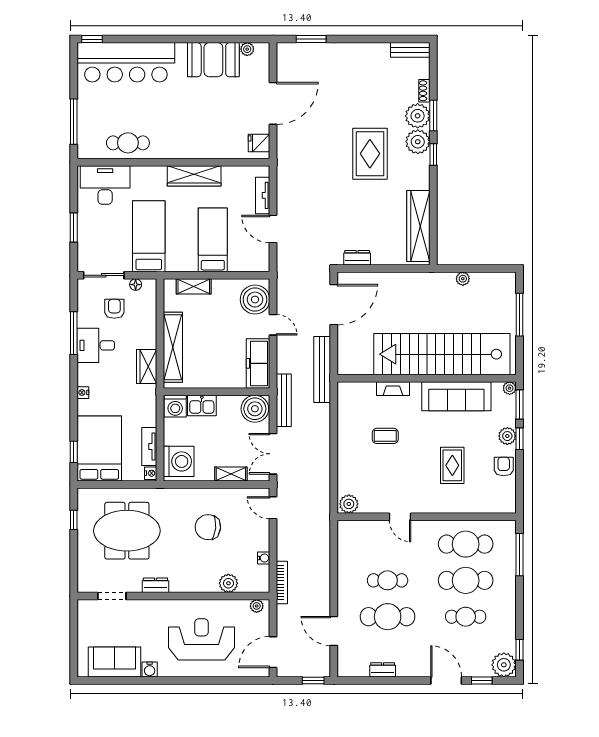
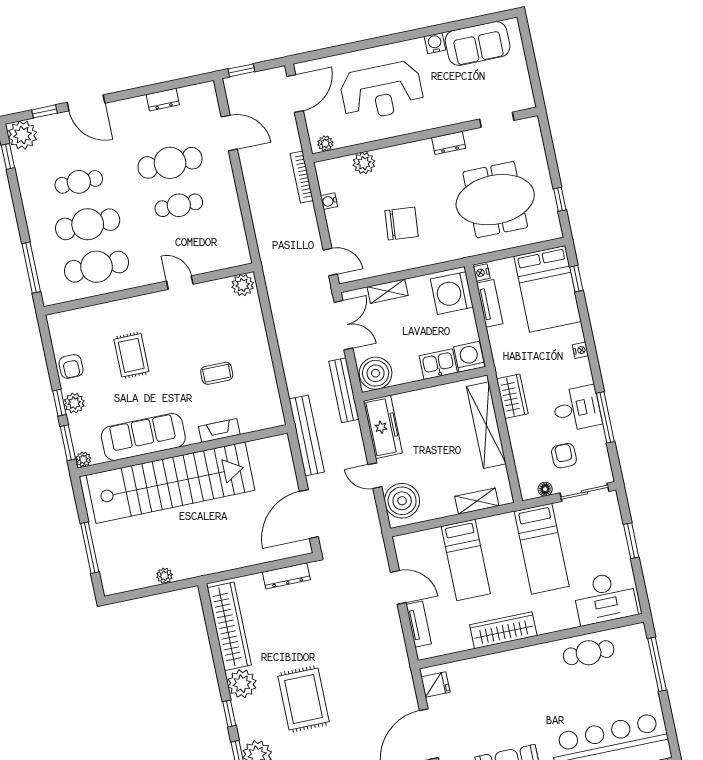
plant: (418, 142) -> (242, 684), moved
dresser: (357, 258) -> (286, 576), width x1.44
armchair: (114, 309) -> (564, 456), turned 180

